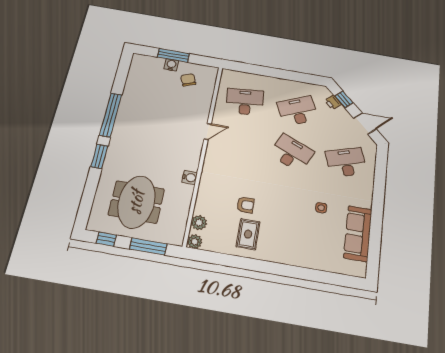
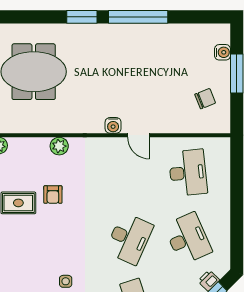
water cooler: (171, 65) -> (222, 52), moved
water cooler: (190, 177) -> (113, 125), moved
plant: (199, 223) -> (59, 146), moved

